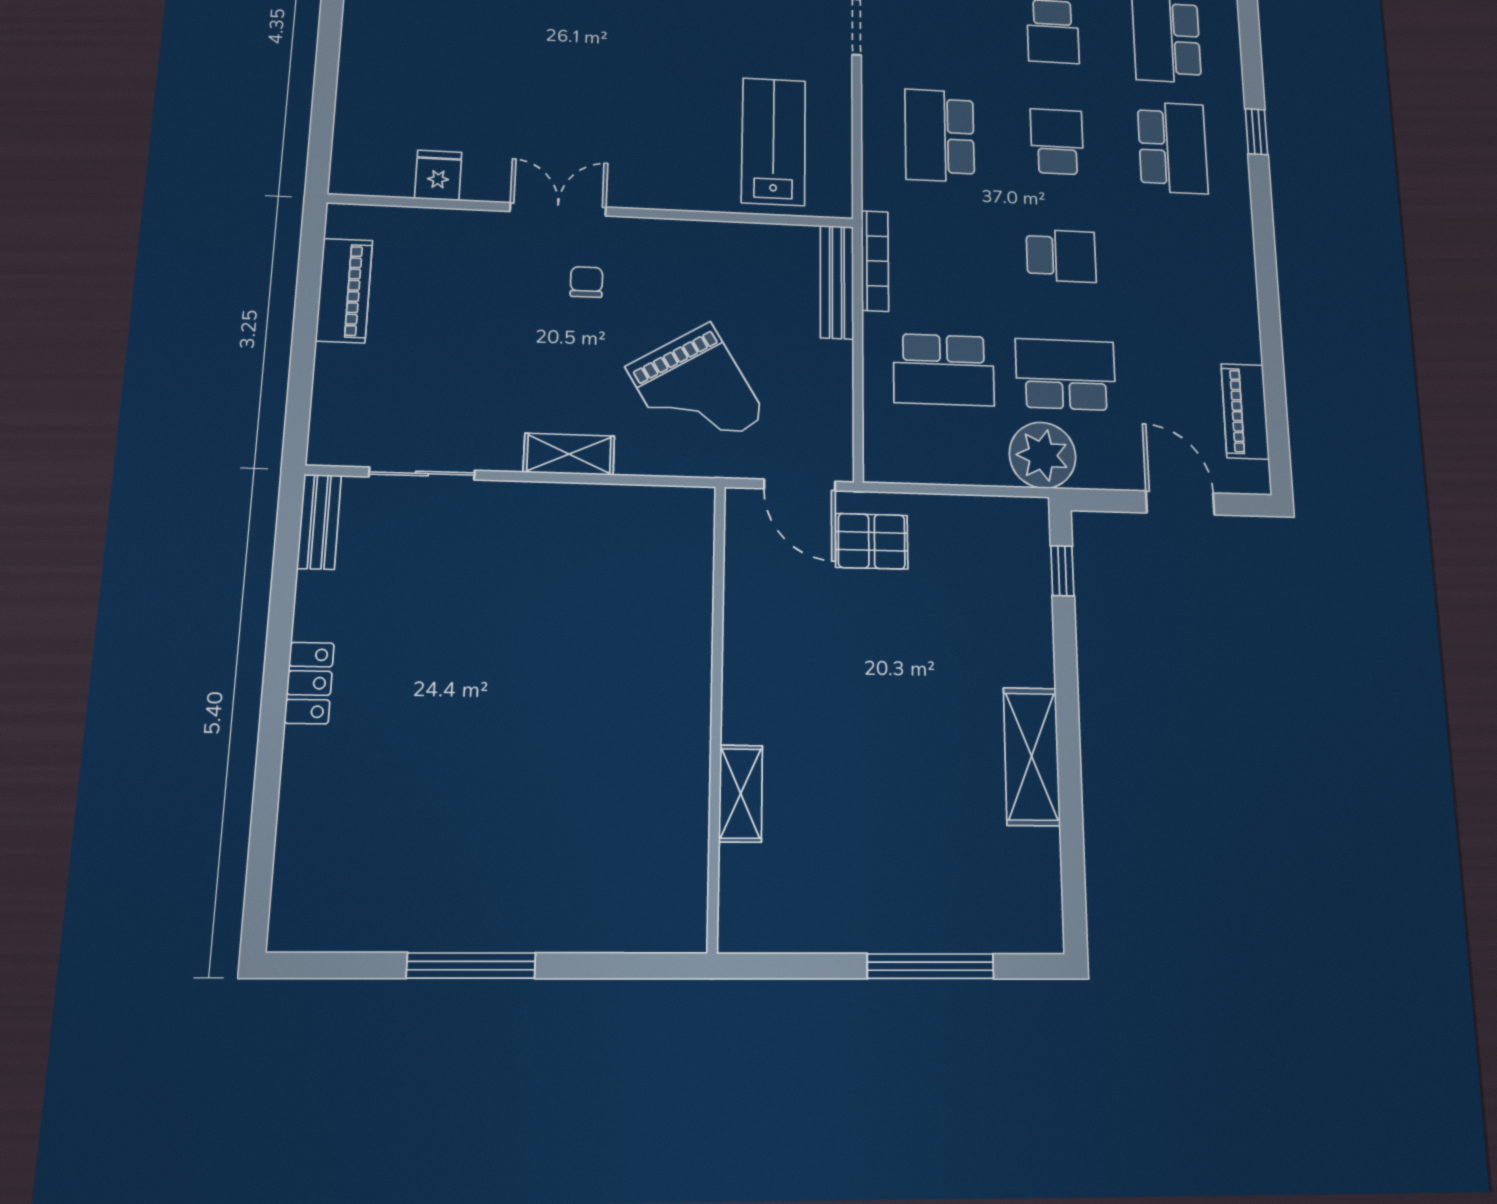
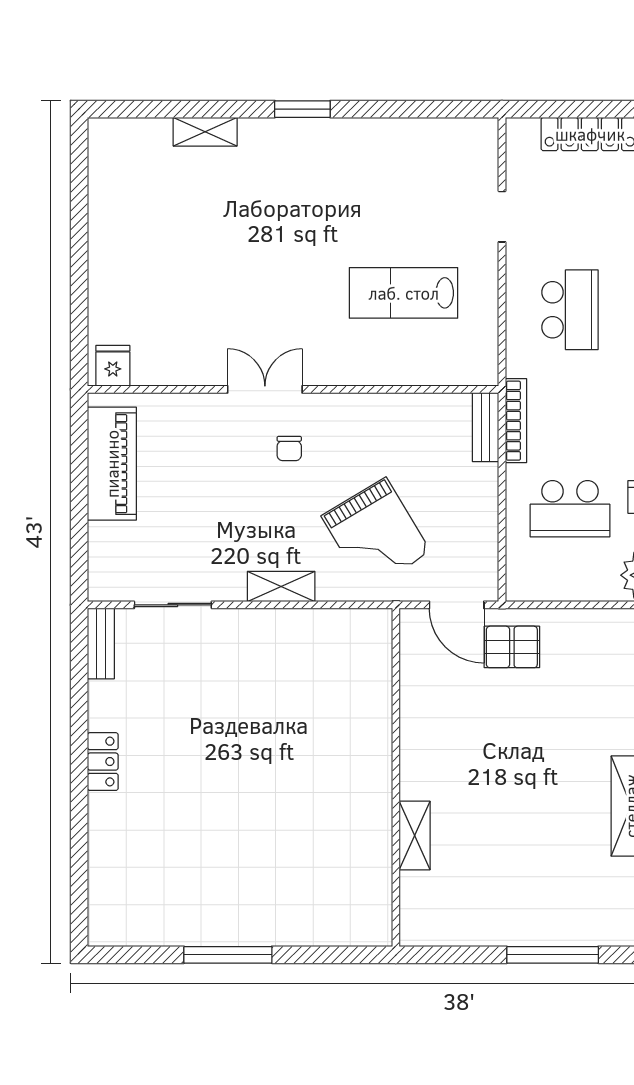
school desk: (940, 136) -> (570, 310), turned 180
lab bench: (774, 141) -> (404, 293), moved, turned -90
fridge: (438, 175) -> (113, 366), moved
chair: (586, 282) -> (289, 449), turned 180
bench: (837, 282) -> (485, 427), width x0.73
piano: (344, 290) -> (112, 464), width x1.37, depth x1.33

